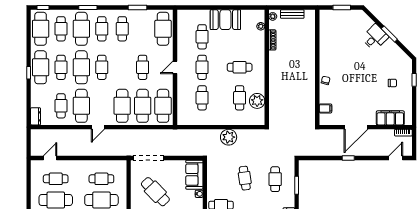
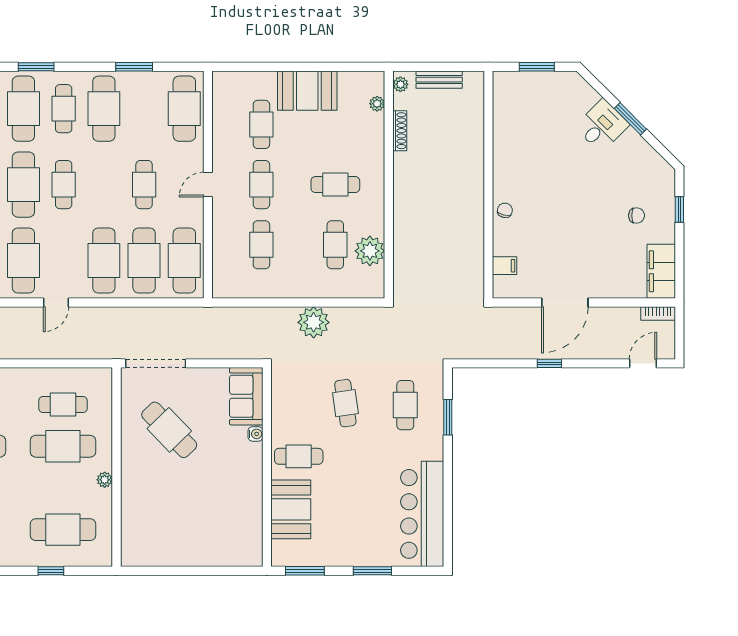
cafe table: (122, 29) -> (104, 109), width x1.37, depth x1.35
filing cabinet: (390, 118) -> (661, 271), moved, turned -90

